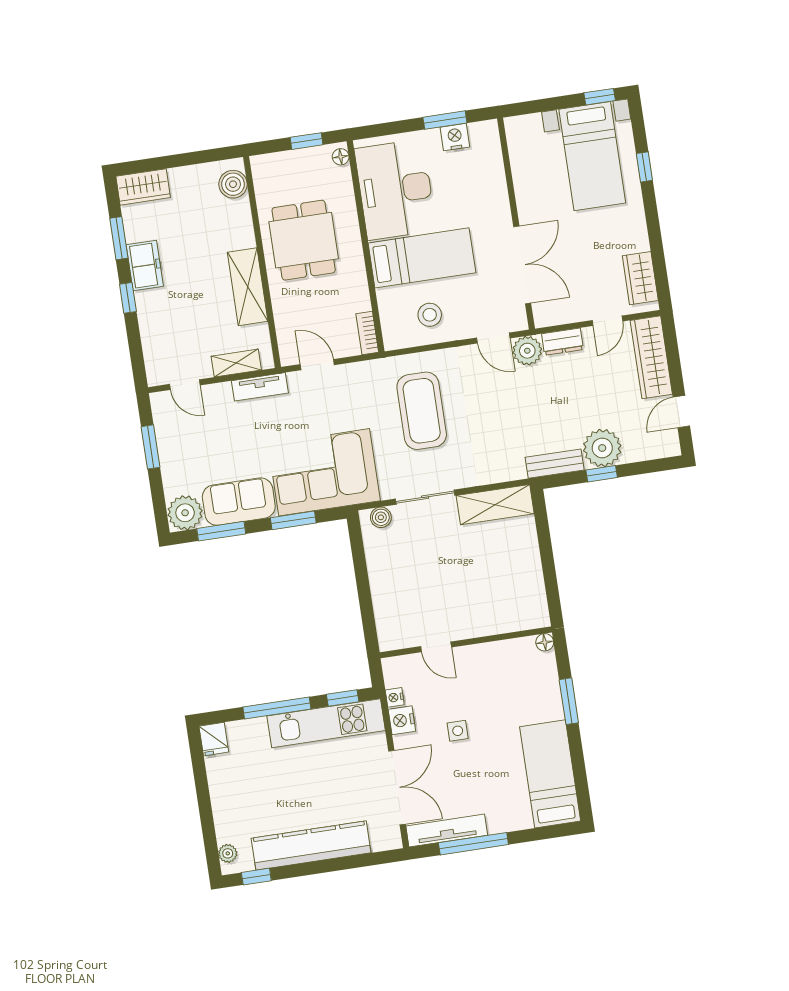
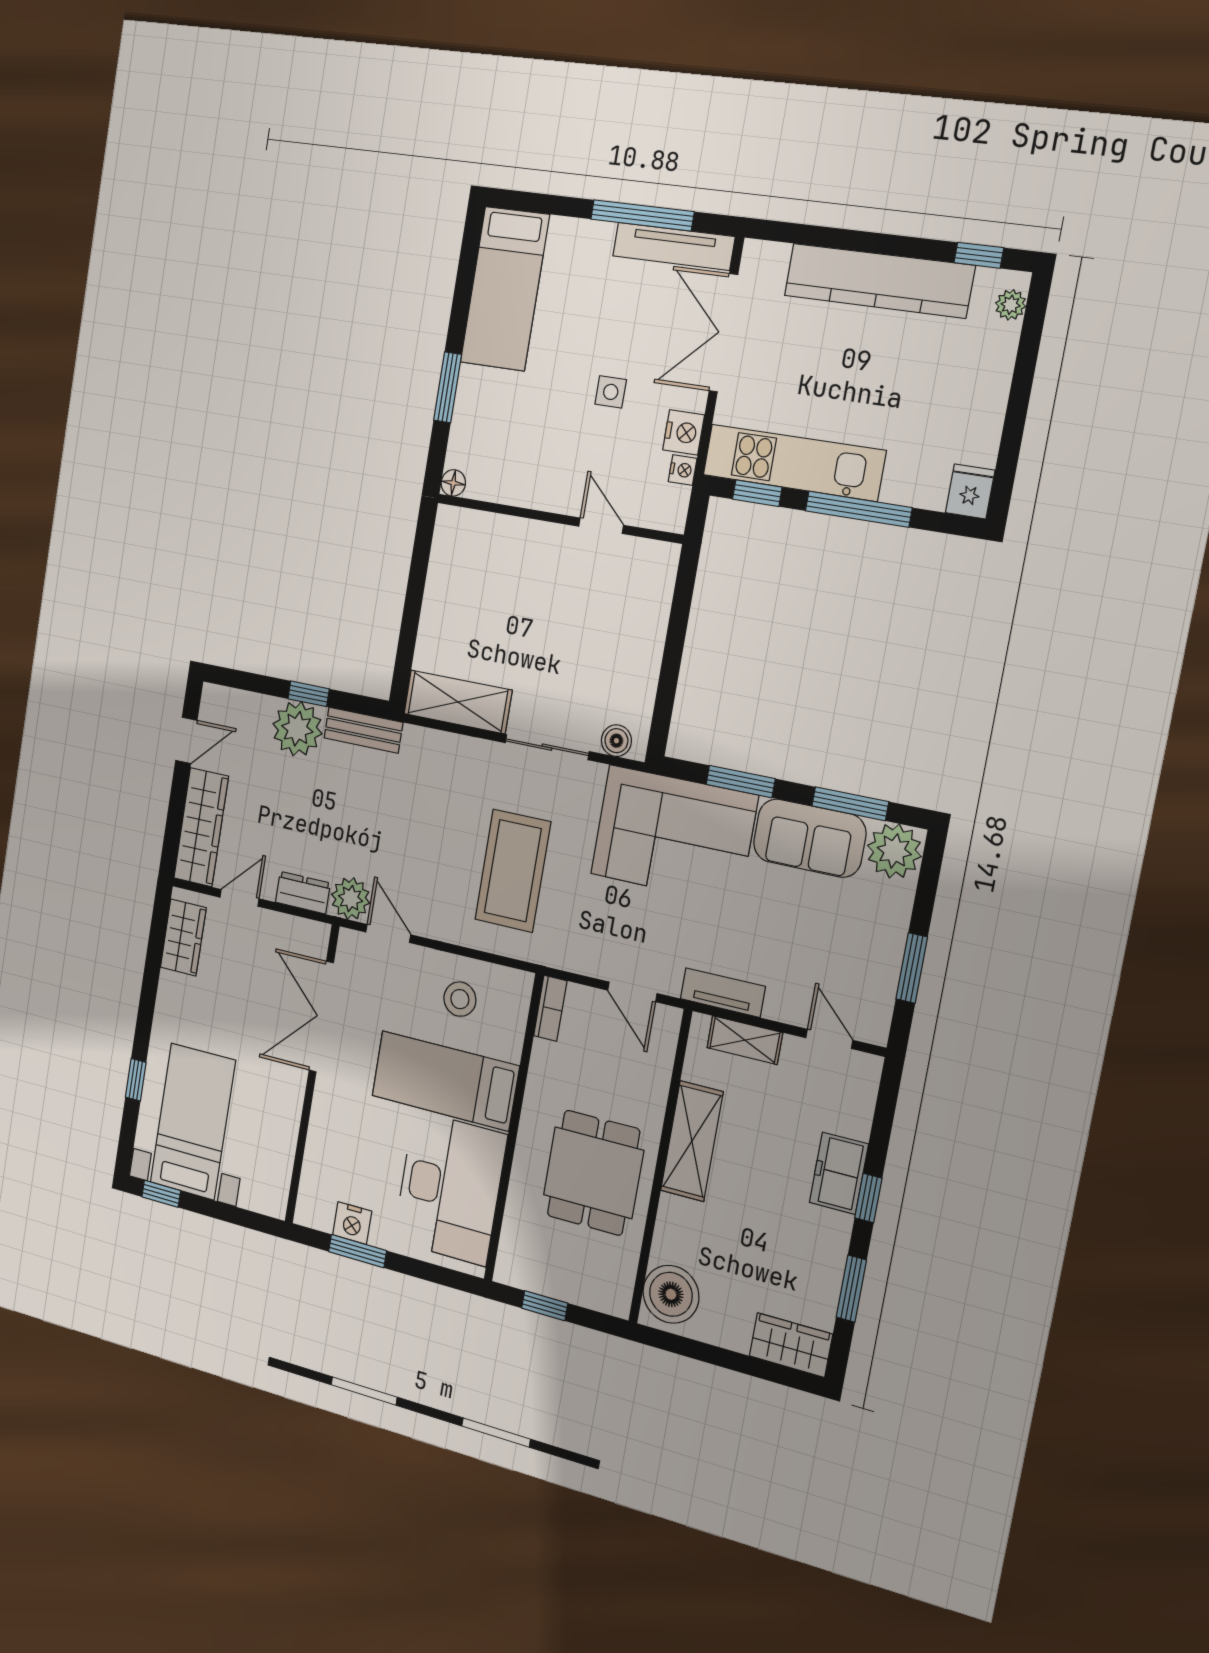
floor lamp: (341, 157) -> (507, 1264), removed
boiler: (233, 184) -> (671, 1294), width x1.37, depth x1.37
freezer: (145, 266) -> (839, 1173), moved

